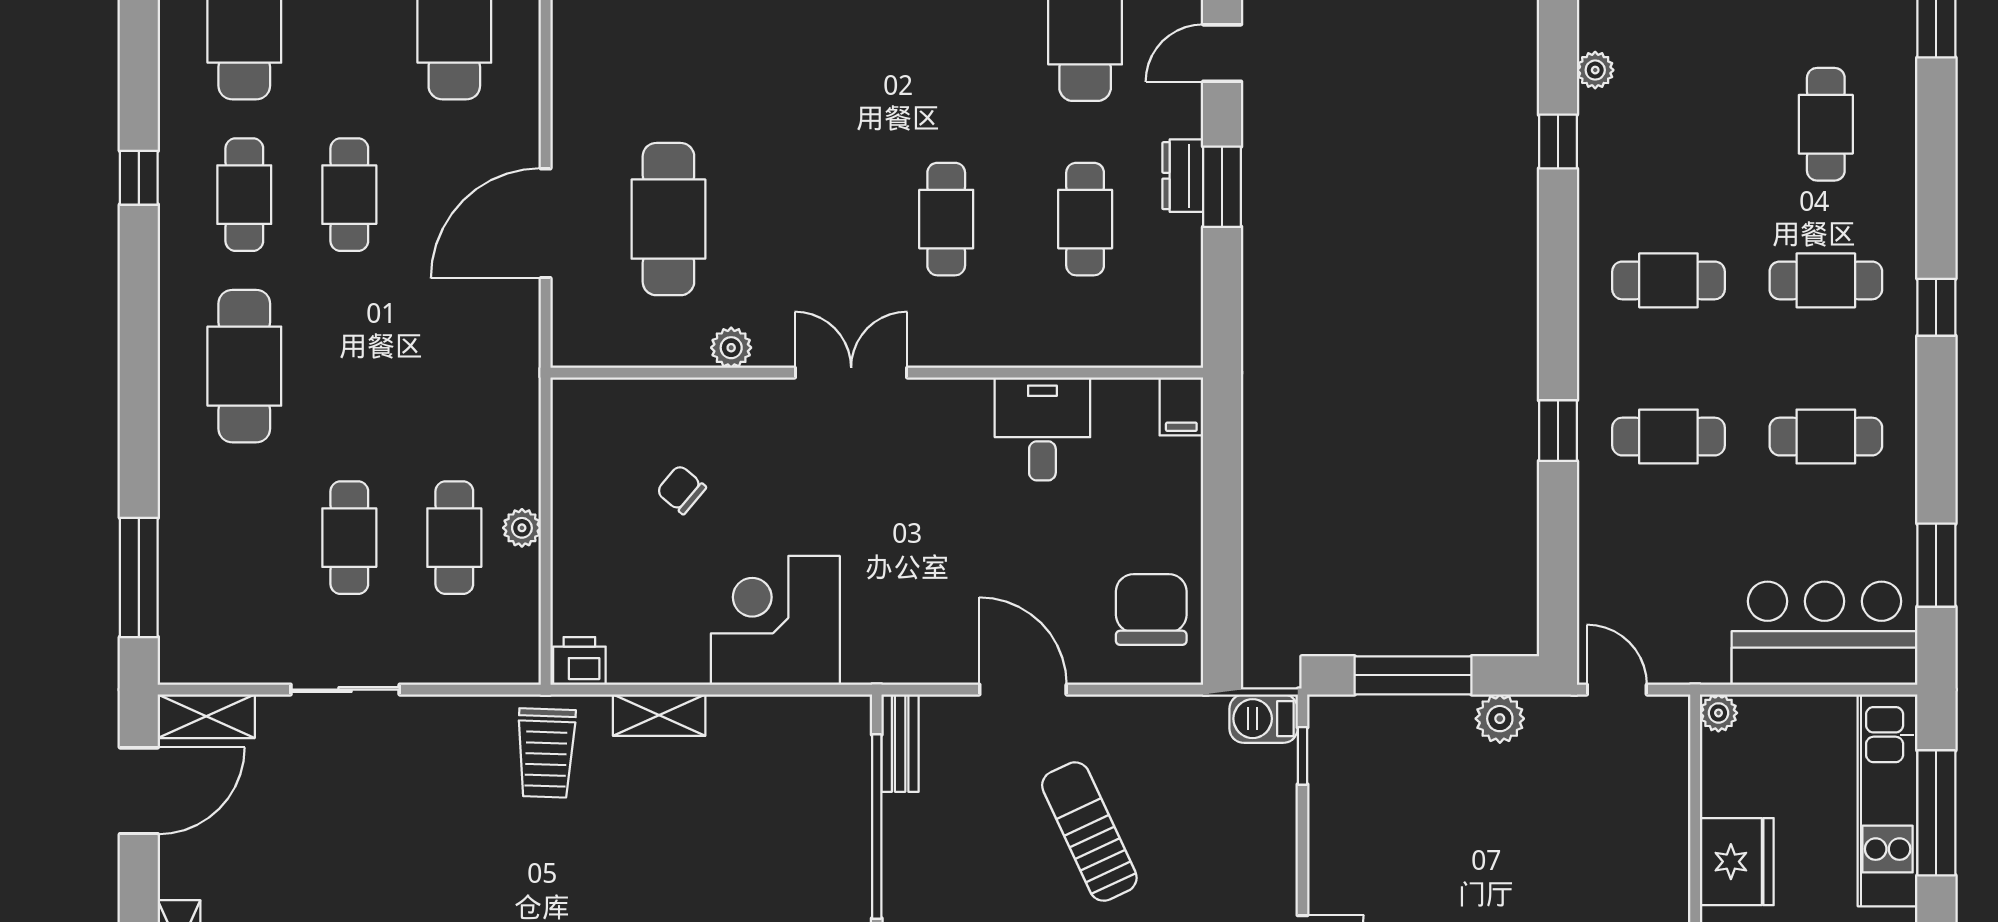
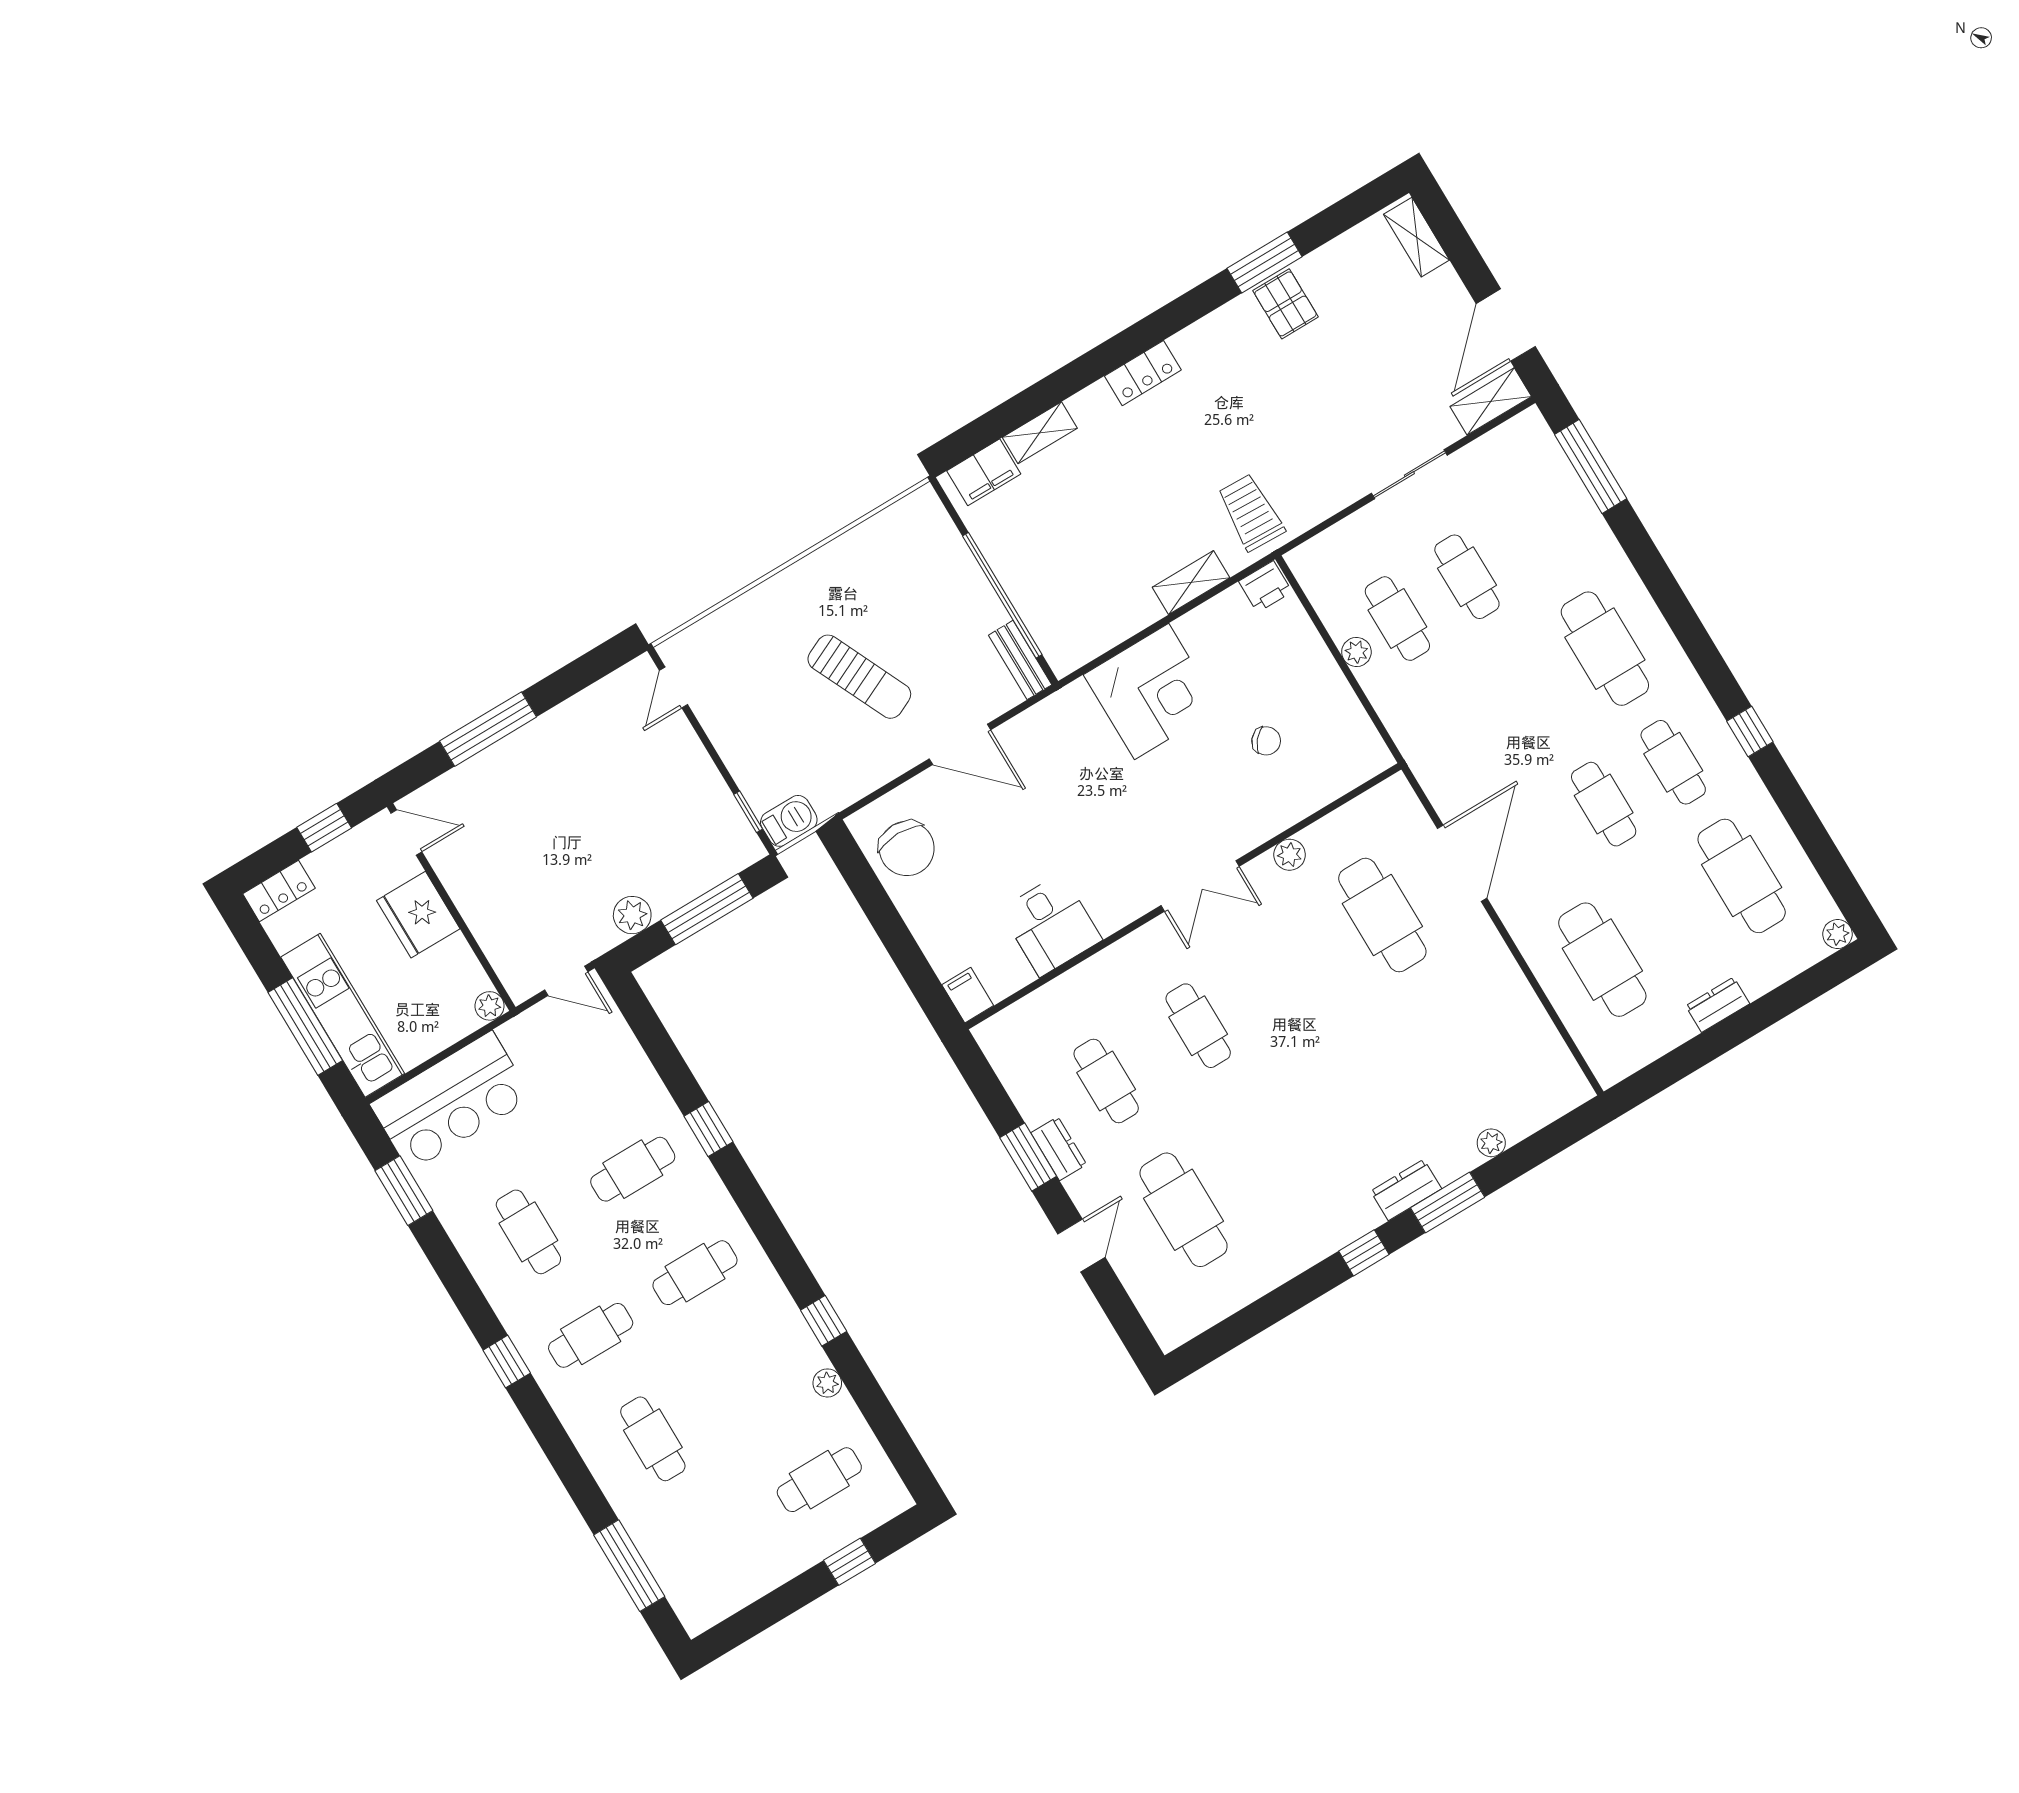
cafe table: (1826, 437) -> (528, 1232), turned 90

